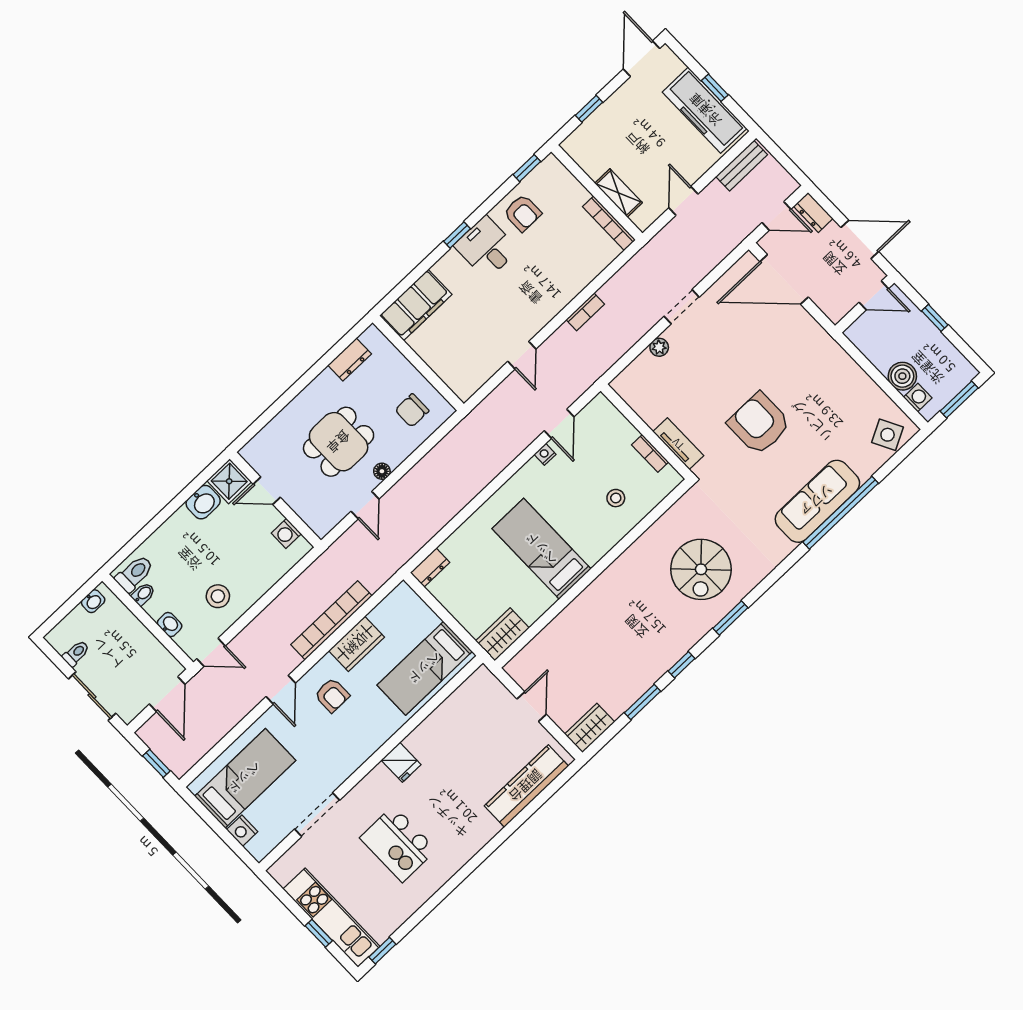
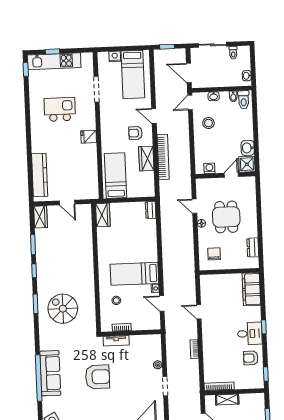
bed: (541, 549) -> (134, 274), moved, turned 180

